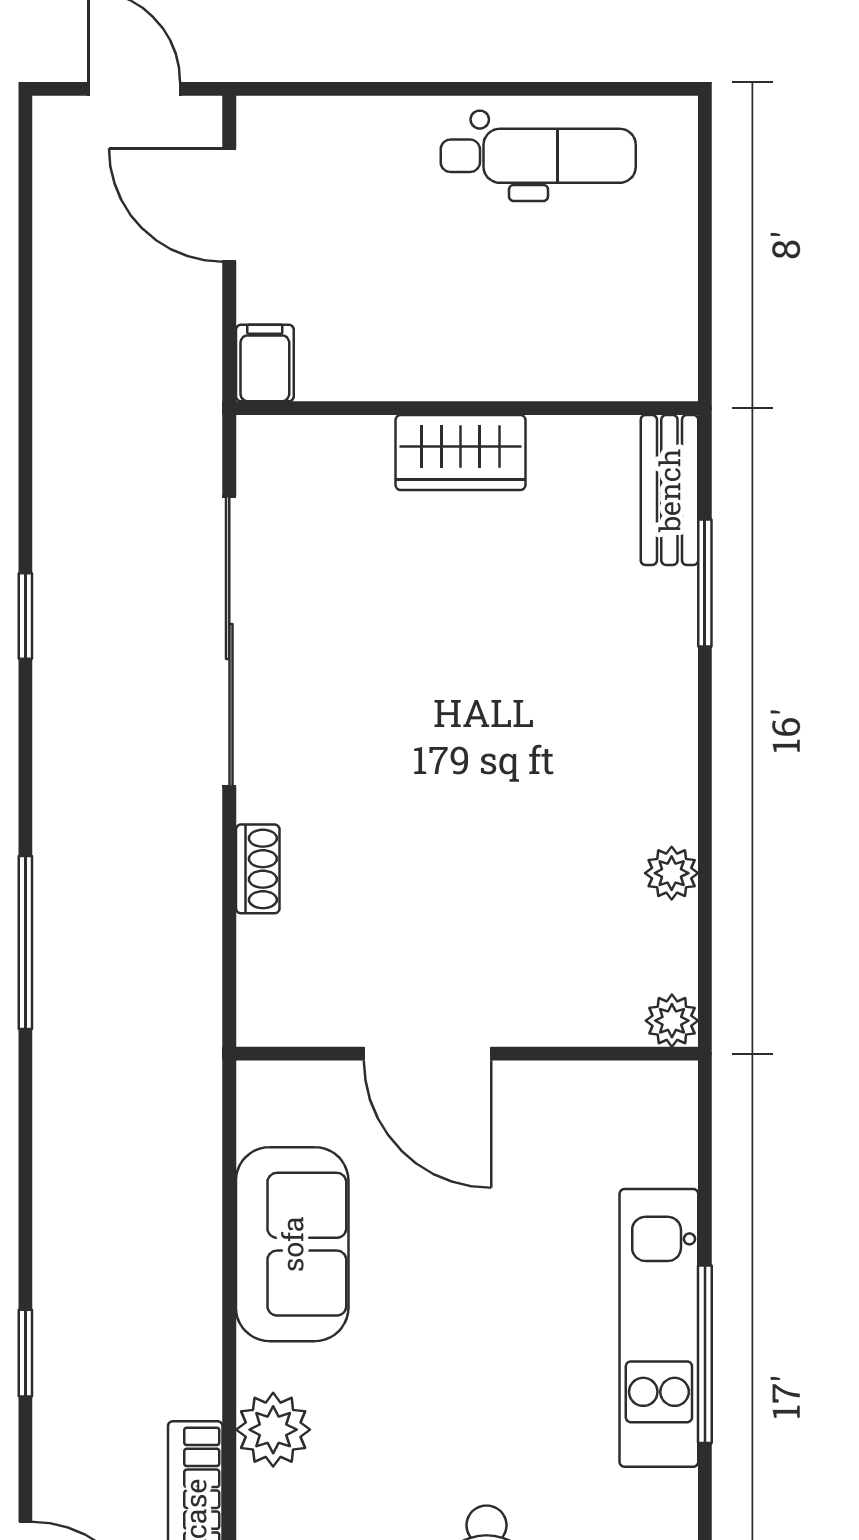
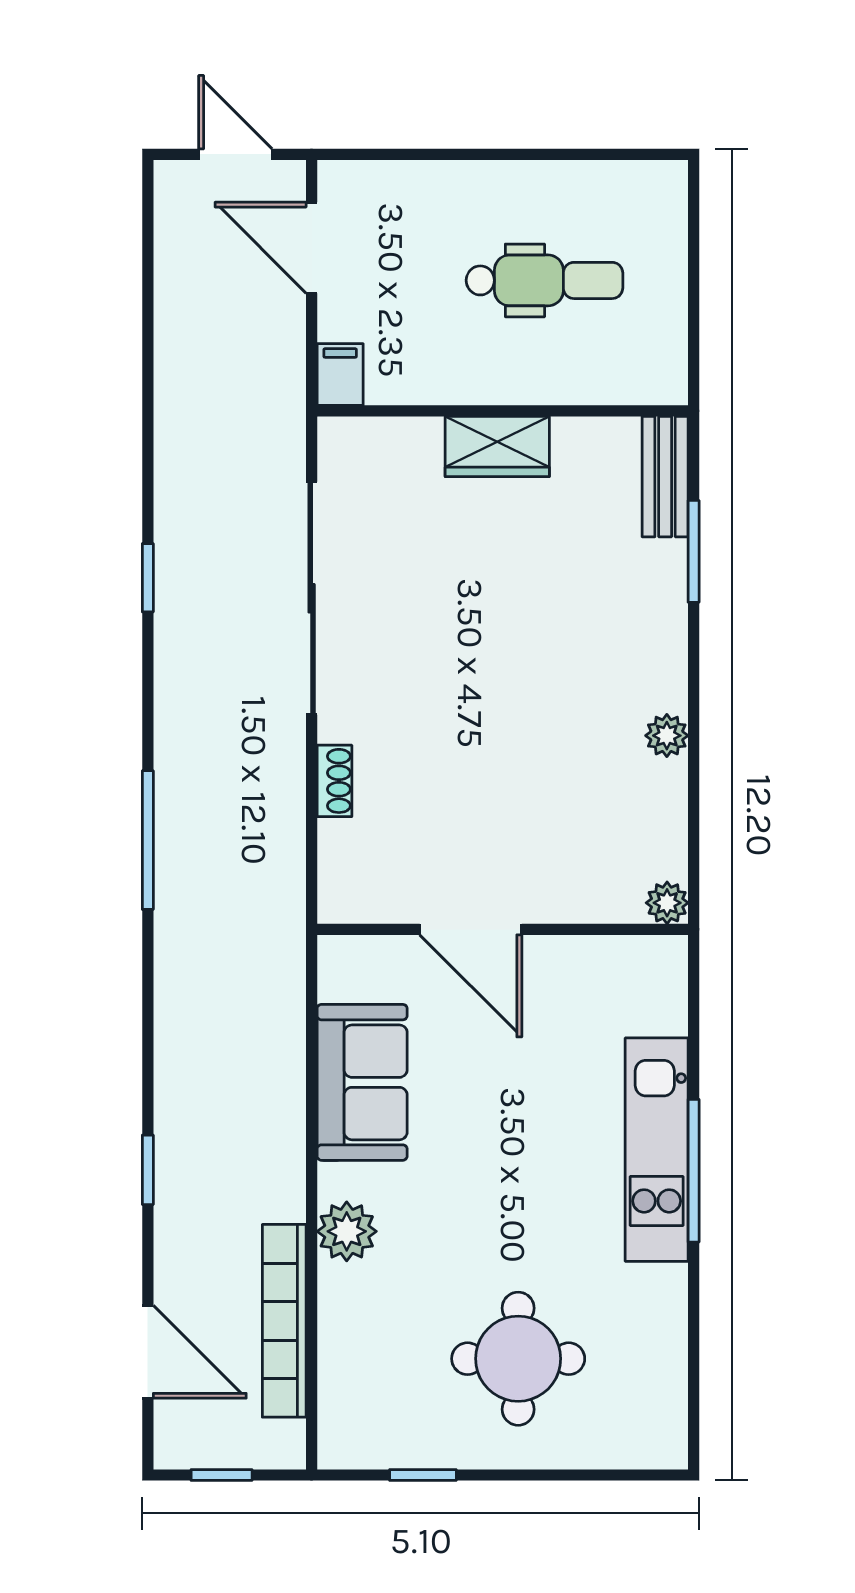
dental chair: (538, 156) -> (545, 280), moved
plant: (672, 873) -> (667, 736), moved

